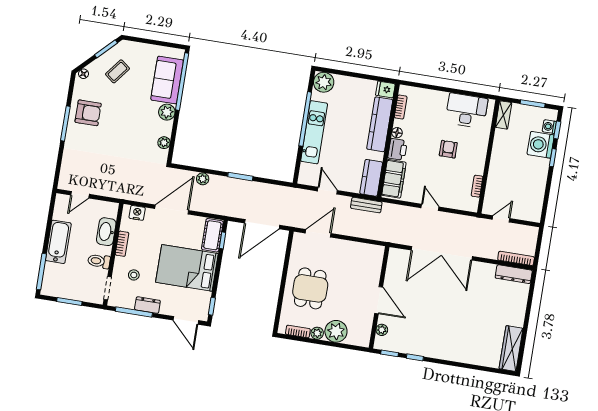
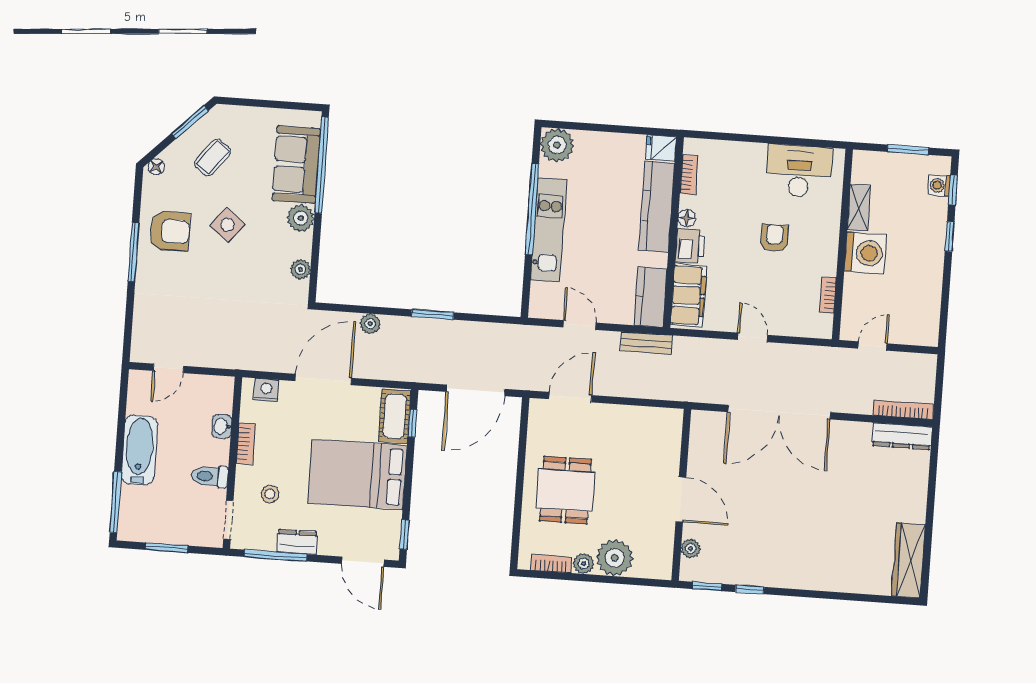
side table: (123, 112) -> (227, 225), added
shelving: (504, 115) -> (859, 208), moved
washing machine: (541, 145) -> (865, 253), moved, turned 180
washbasin: (106, 232) -> (222, 426), width x0.52, depth x0.69

